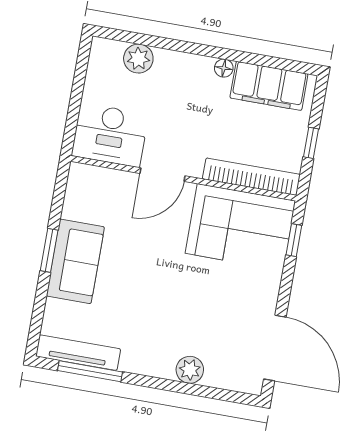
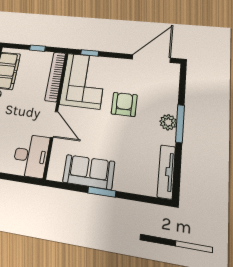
sofa: (75, 261) -> (89, 172), moved
armchair: (192, 295) -> (124, 104), added
plant: (190, 370) -> (168, 122), moved
window: (90, 371) -> (180, 123), moved

